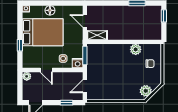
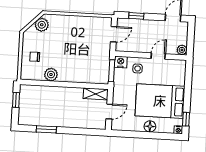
window: (164, 16) -> (16, 100), moved
door: (85, 21) -> (109, 111), hinge flipped
window: (20, 45) -> (186, 119), moved
door: (46, 70) -> (158, 56), hinge flipped

